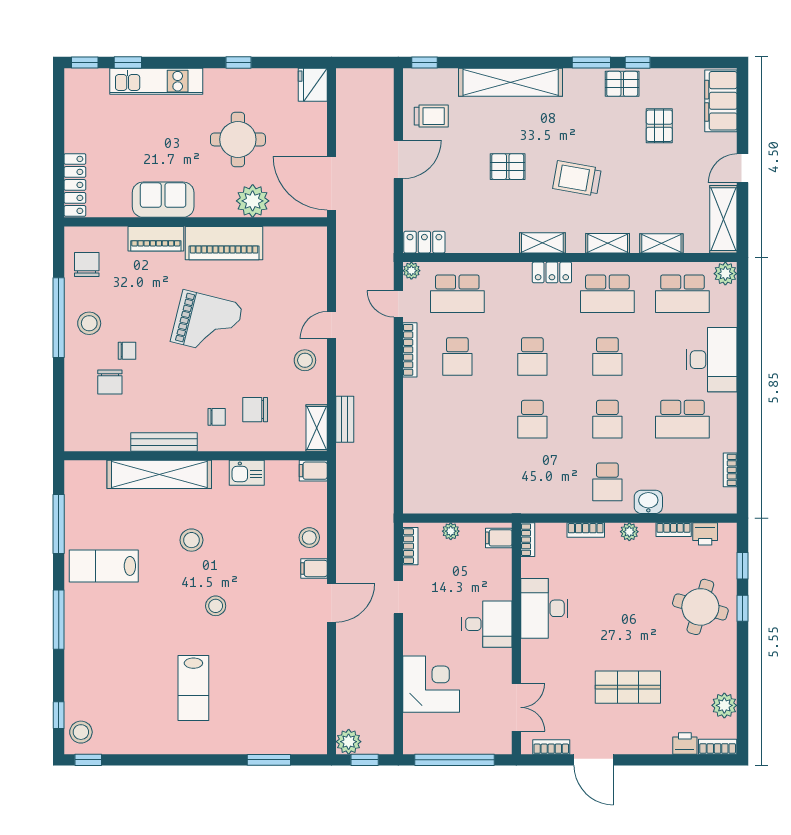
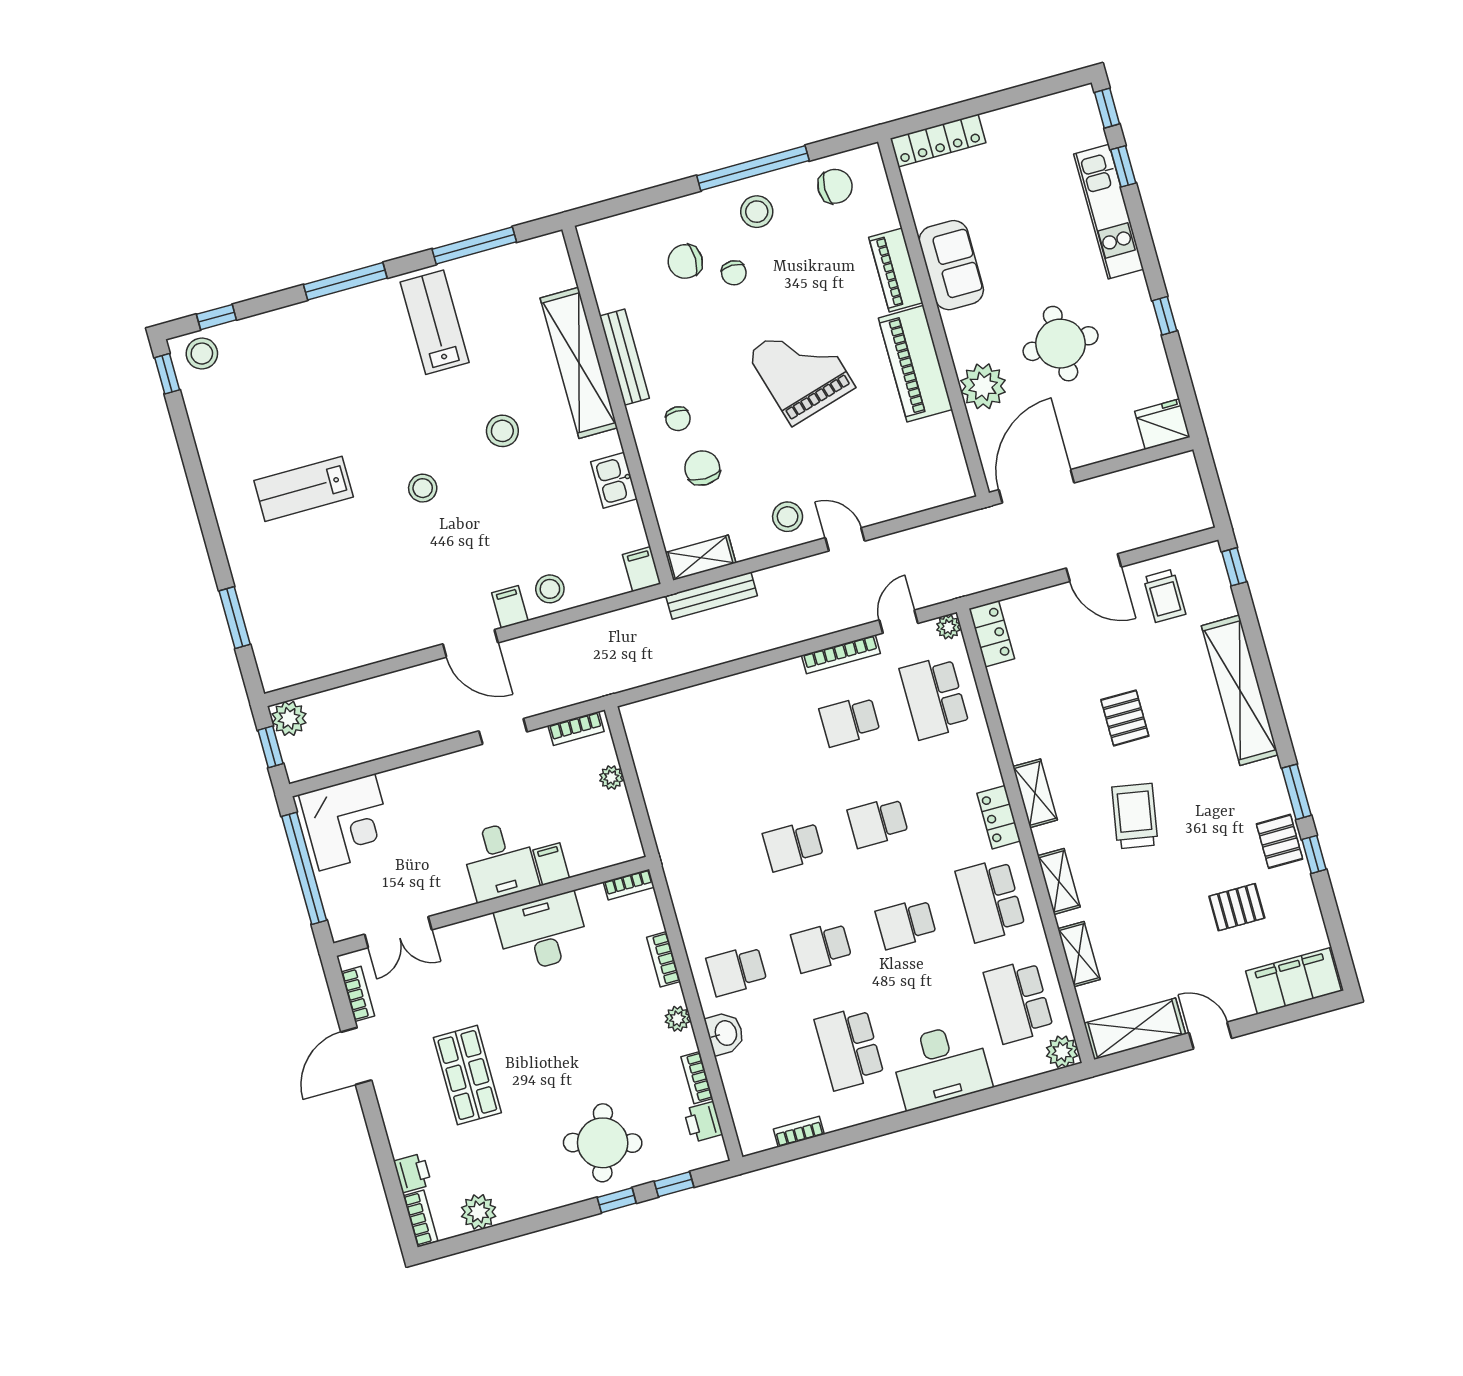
grand piano: (207, 323) -> (801, 370), turned 150
bench: (345, 419) -> (712, 596), width x1.36
filing cabinet: (499, 538) -> (551, 864), moved
corner desk: (431, 684) -> (347, 822), moved

